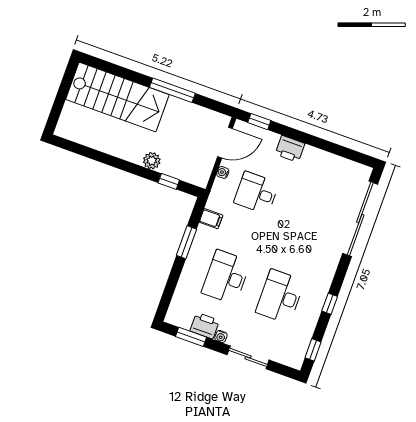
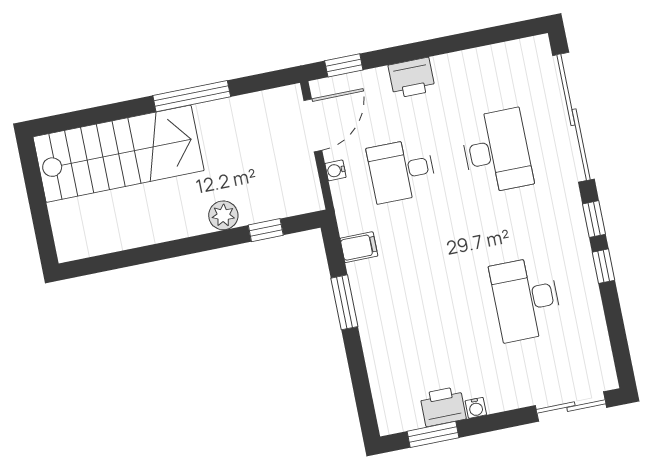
desk: (226, 277) -> (496, 151), moved, turned 180
window: (313, 350) -> (594, 219), moved
sliding door: (248, 357) -> (571, 407), moved

